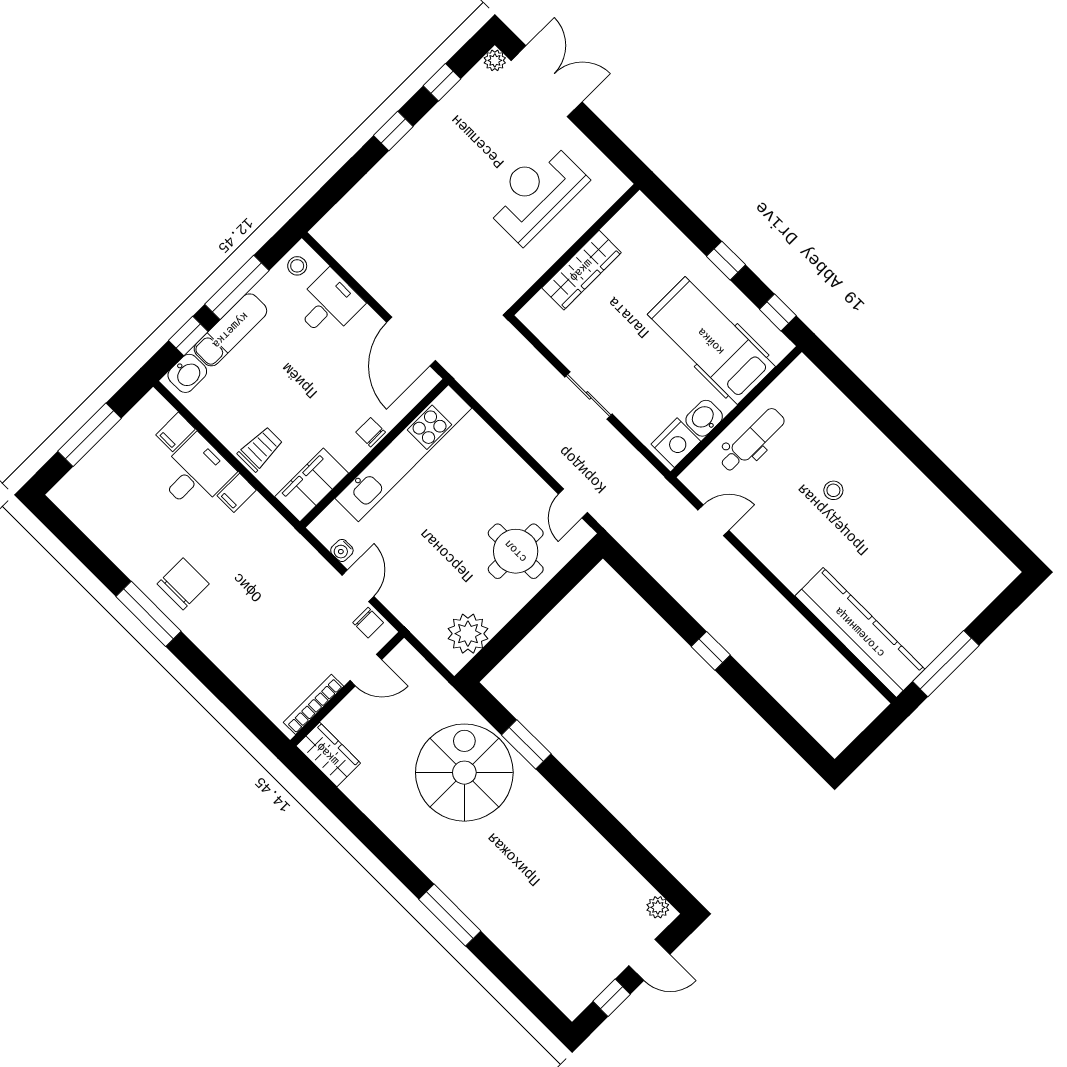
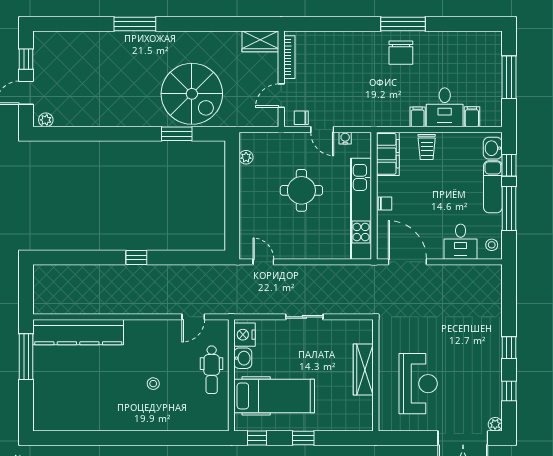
round table: (516, 551) -> (301, 190), moved
plant: (468, 634) -> (246, 157), width x0.53, depth x0.53

